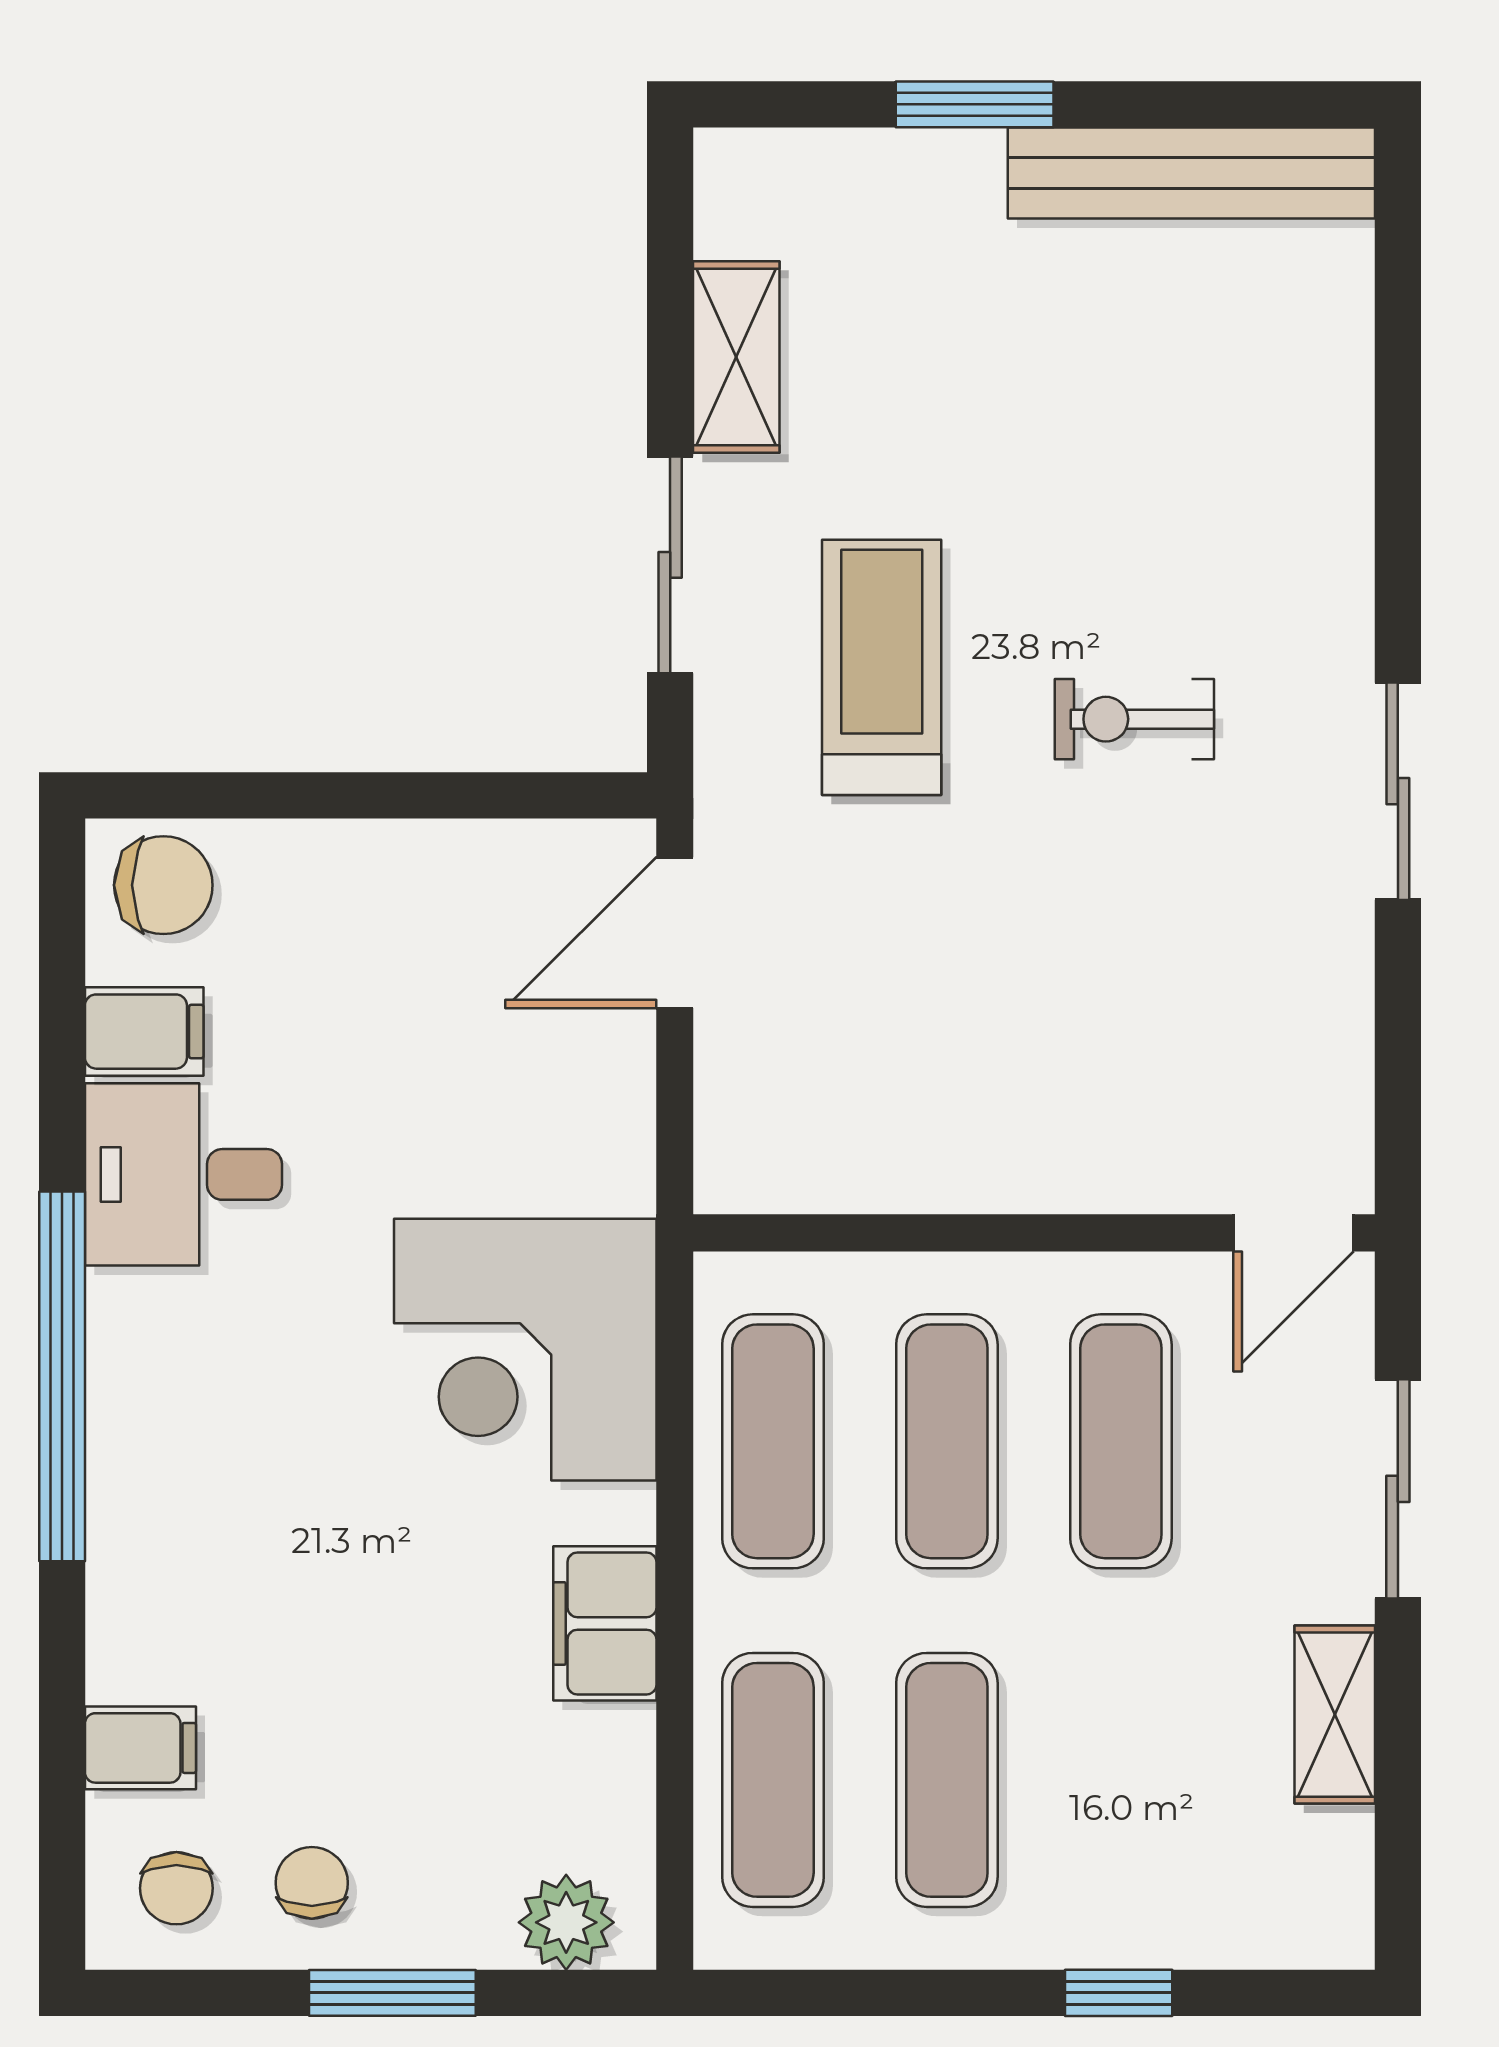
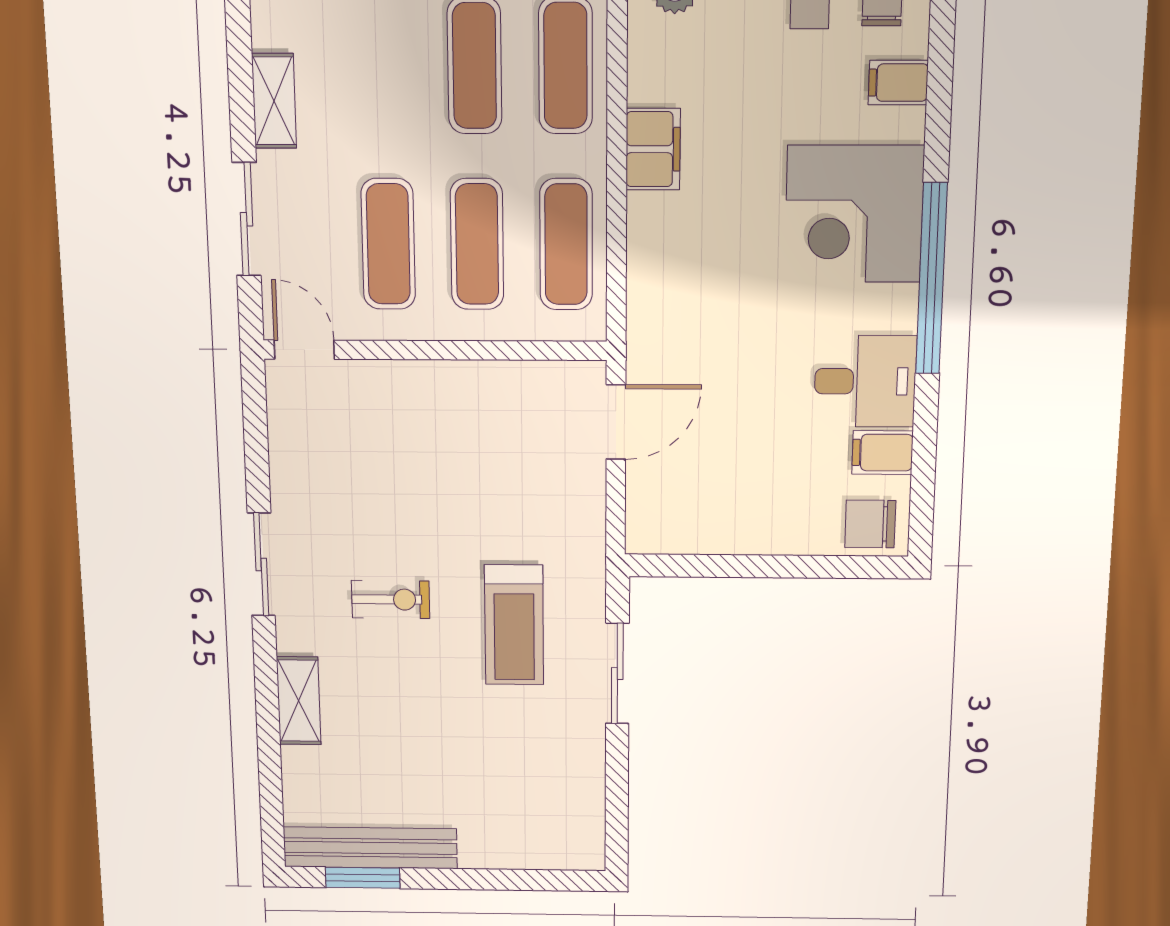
window: (975, 104) -> (363, 878), moved
shelving: (736, 357) -> (299, 701), moved
door: (675, 933) -> (616, 422), moved
door: (1294, 1233) -> (304, 350), hinge flipped
corner desk: (525, 1350) -> (854, 214), moved, turned 180

